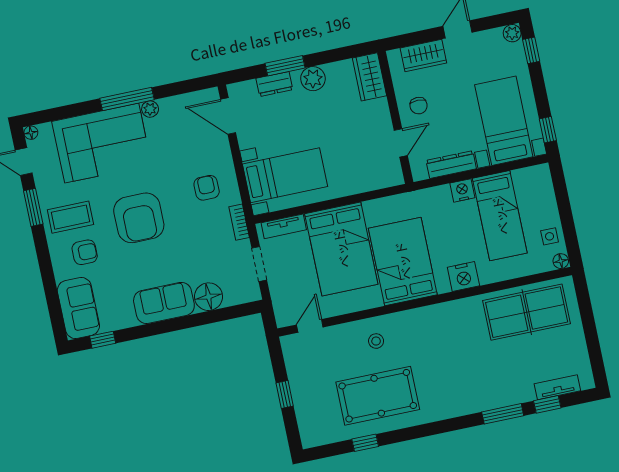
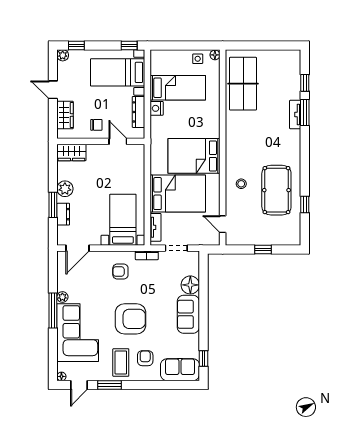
nightstand: (463, 277) -> (212, 119), removed
tv unit: (557, 387) -> (295, 115), moved

